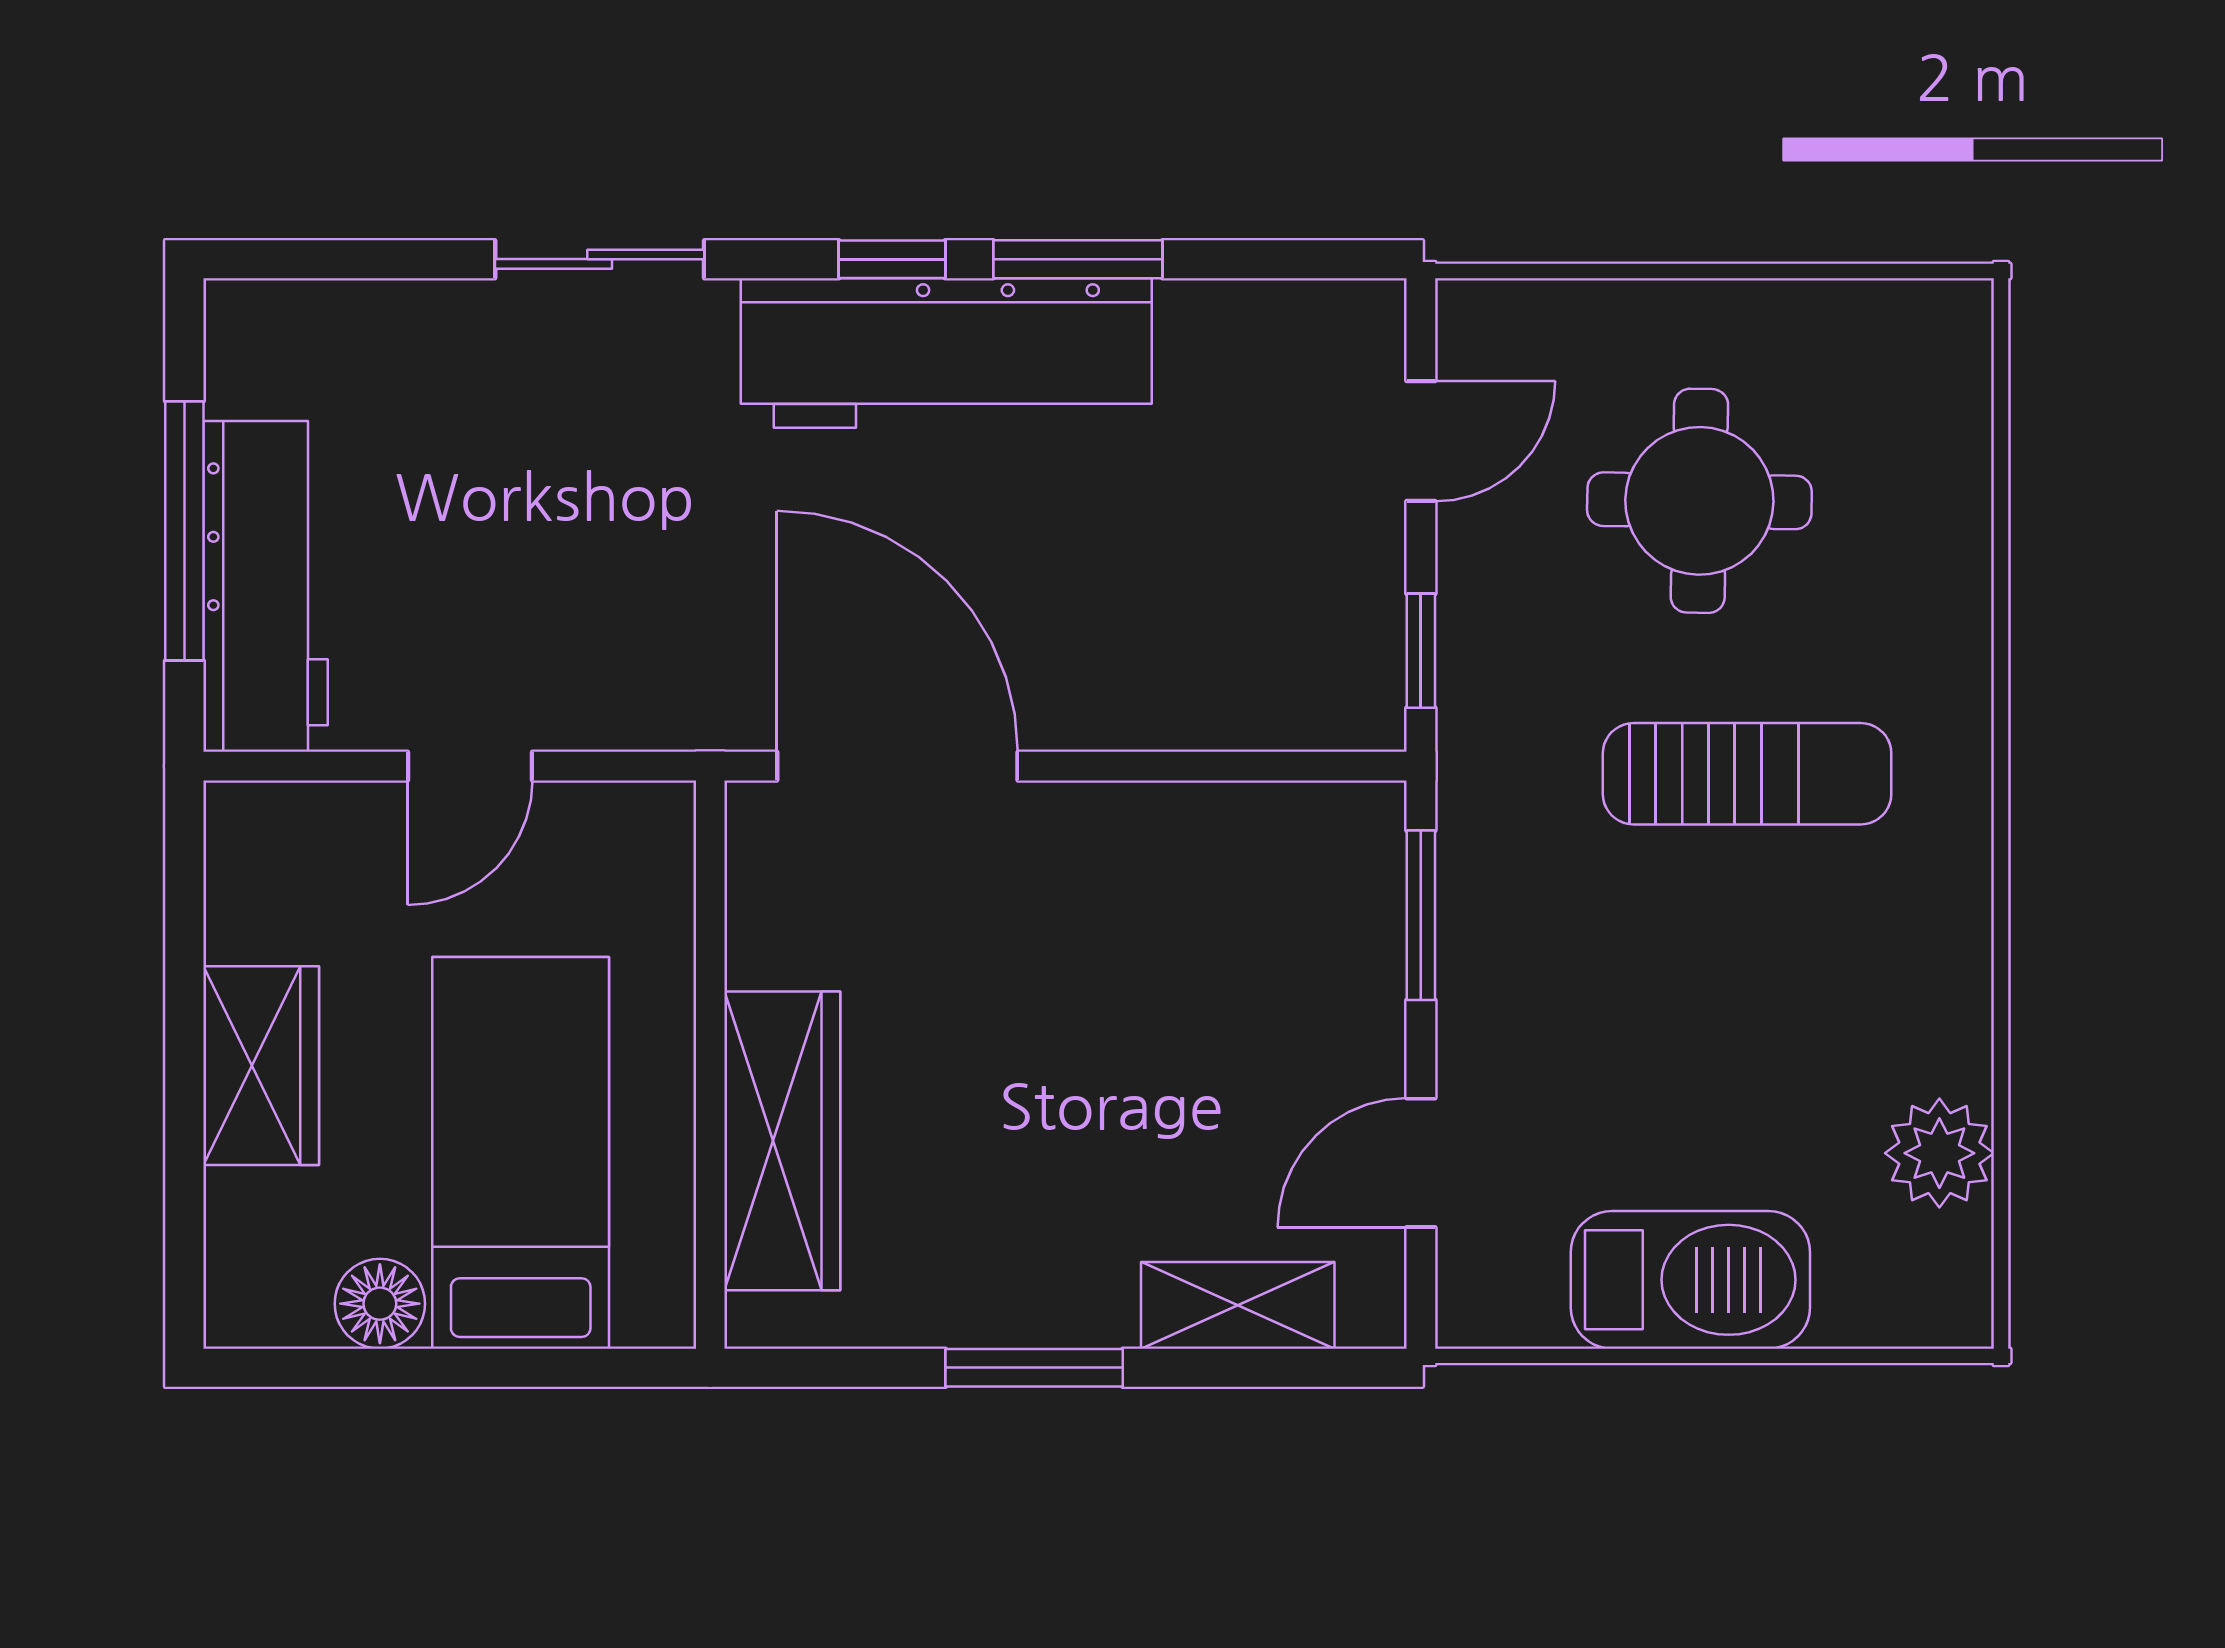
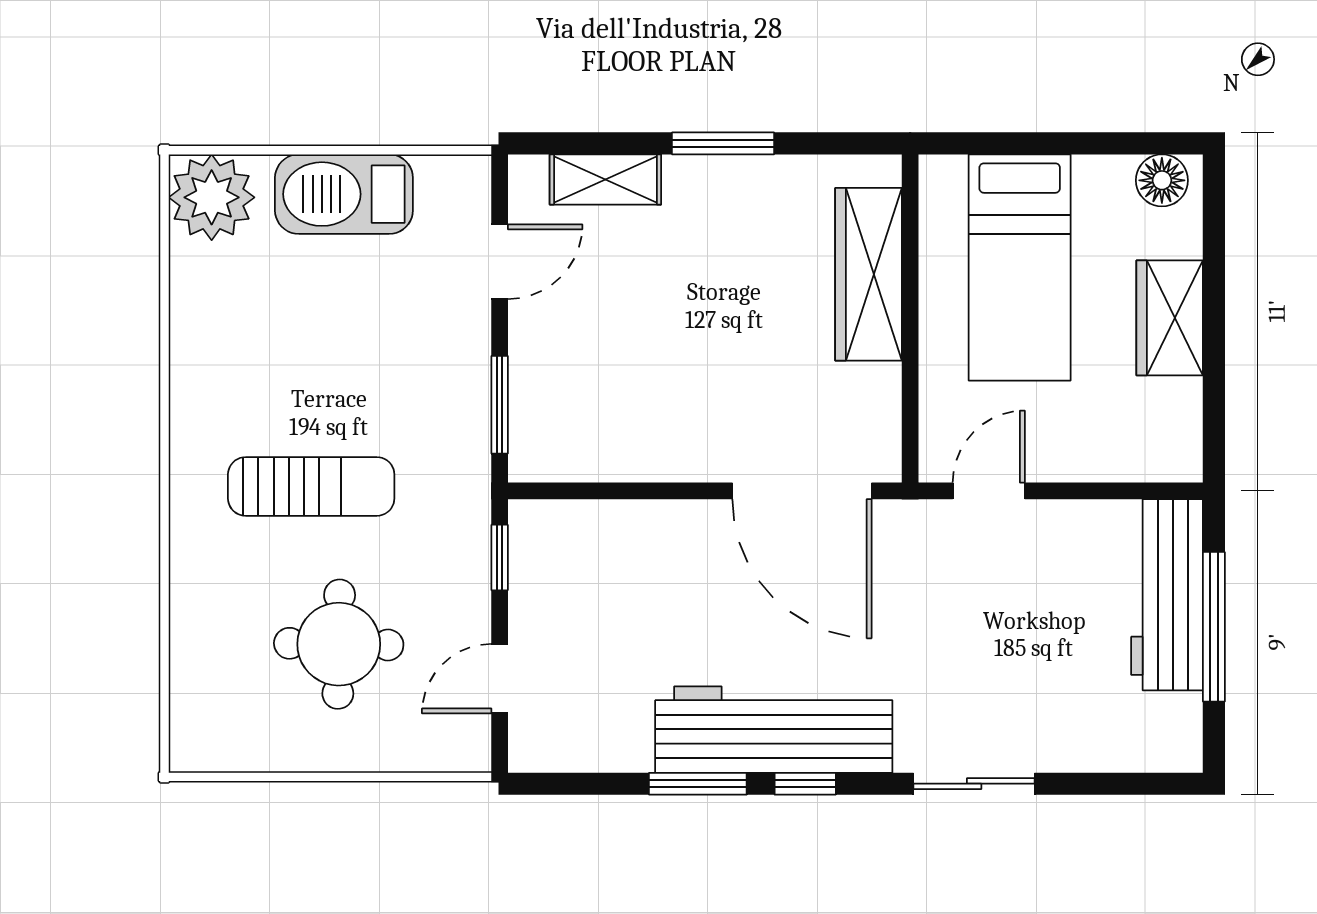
door: (470, 766) -> (989, 491), moved
sun lounger: (1747, 774) -> (311, 486), turned 180
plant: (1939, 1153) -> (212, 197), moved, width x1.36, depth x1.36
floor lamp: (380, 1304) -> (1162, 180), moved

